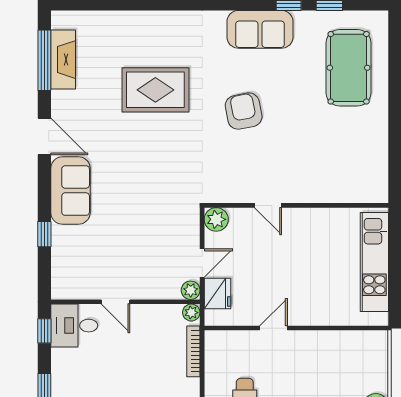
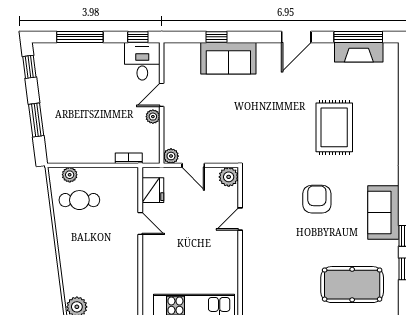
armchair: (244, 111) -> (317, 199), turned -79
sofa: (70, 191) -> (228, 58), moved
fridge: (217, 293) -> (153, 190), moved, turned -90
plant: (191, 313) -> (153, 117), moved
bookcase: (193, 351) -> (129, 158), width x0.64

